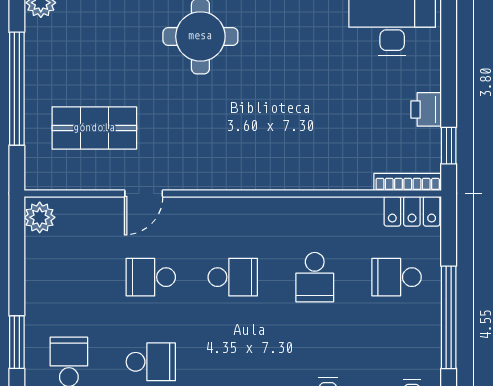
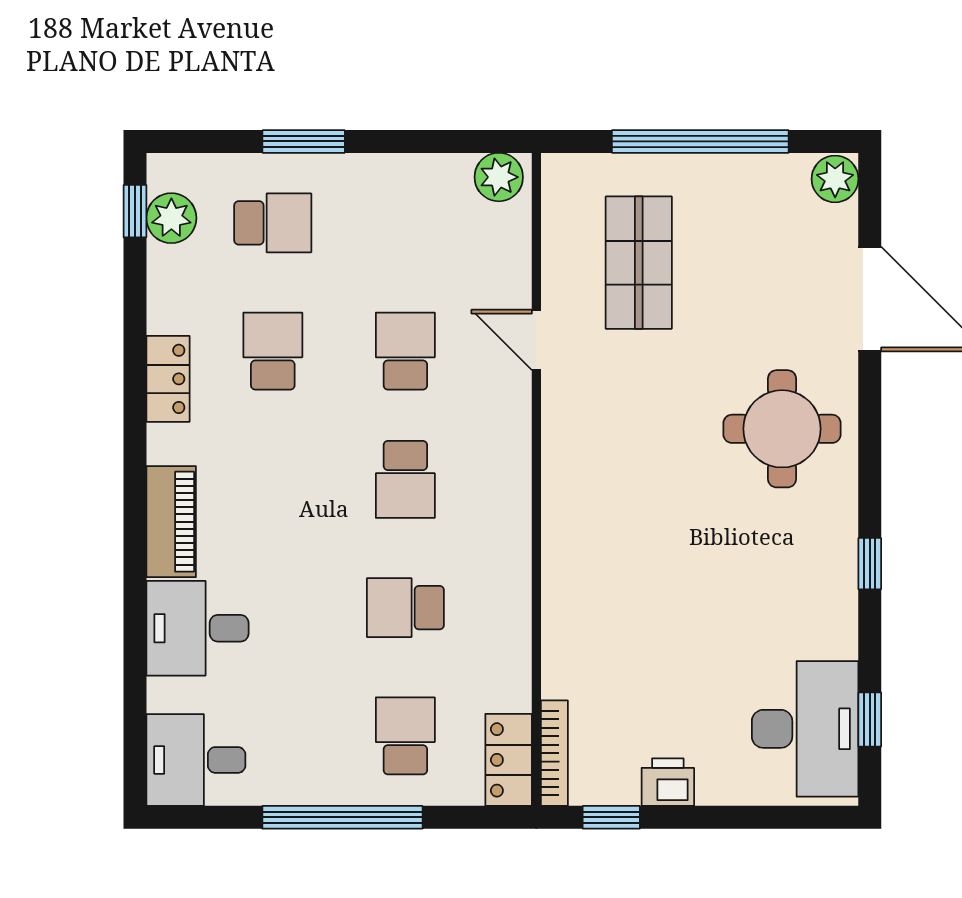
school desk: (151, 362) -> (273, 351), turned 180

